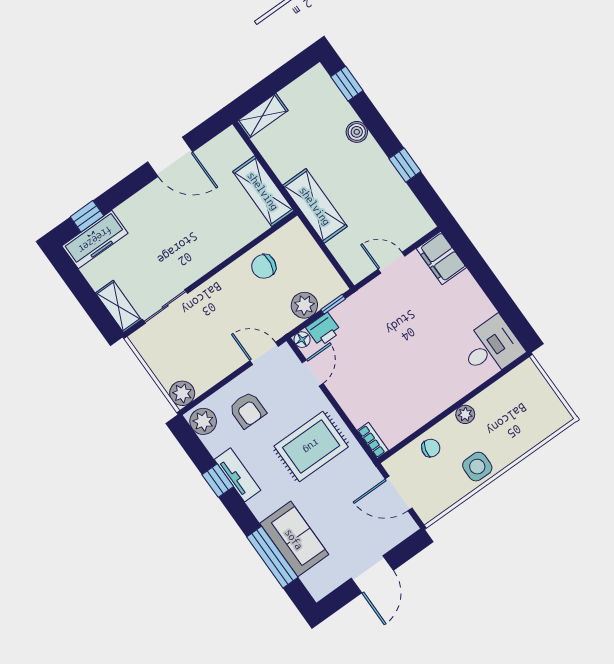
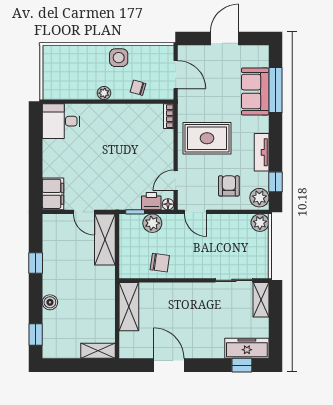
shelving: (315, 206) -> (105, 239), moved
window: (218, 481) -> (275, 182), moved

